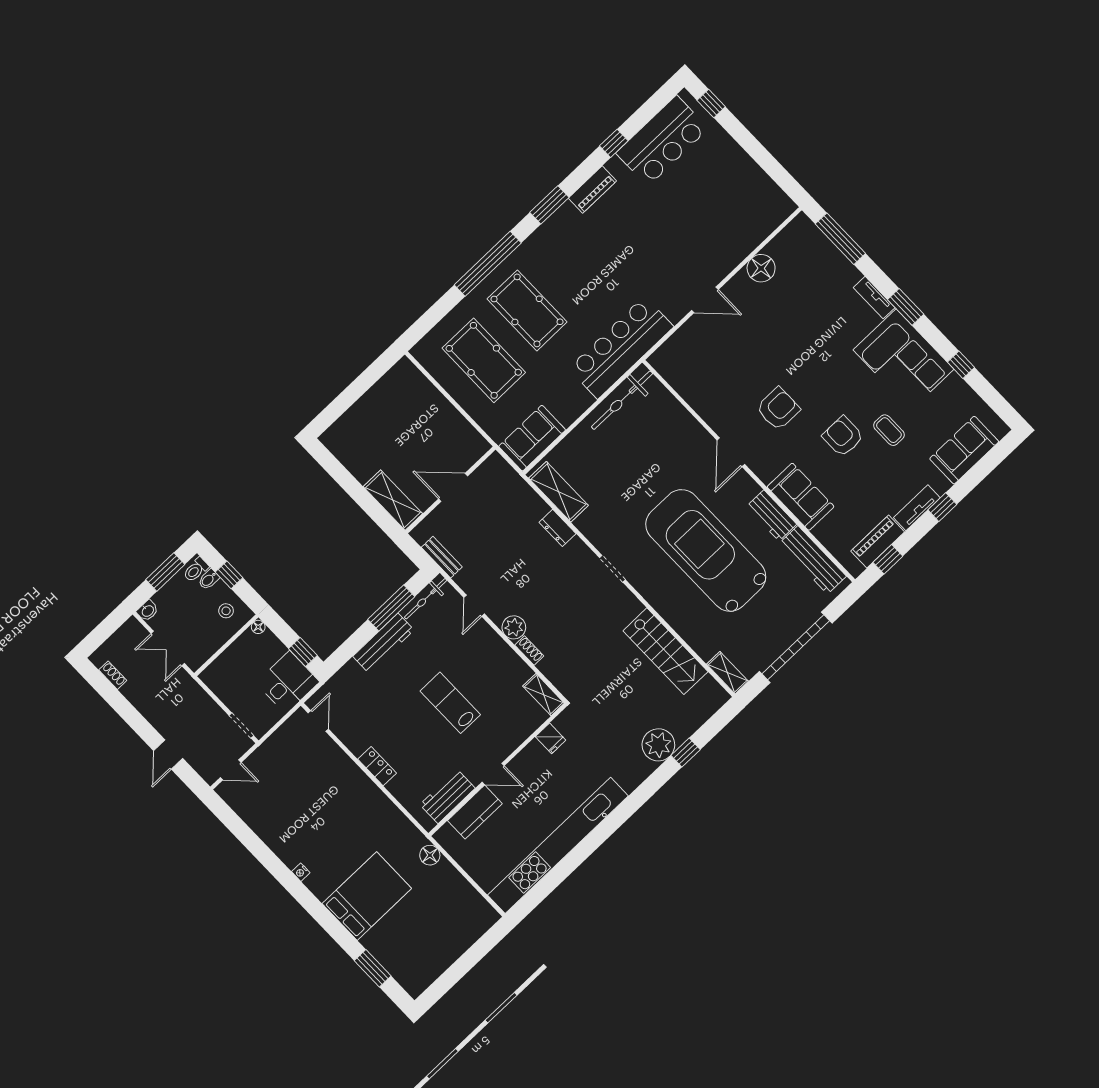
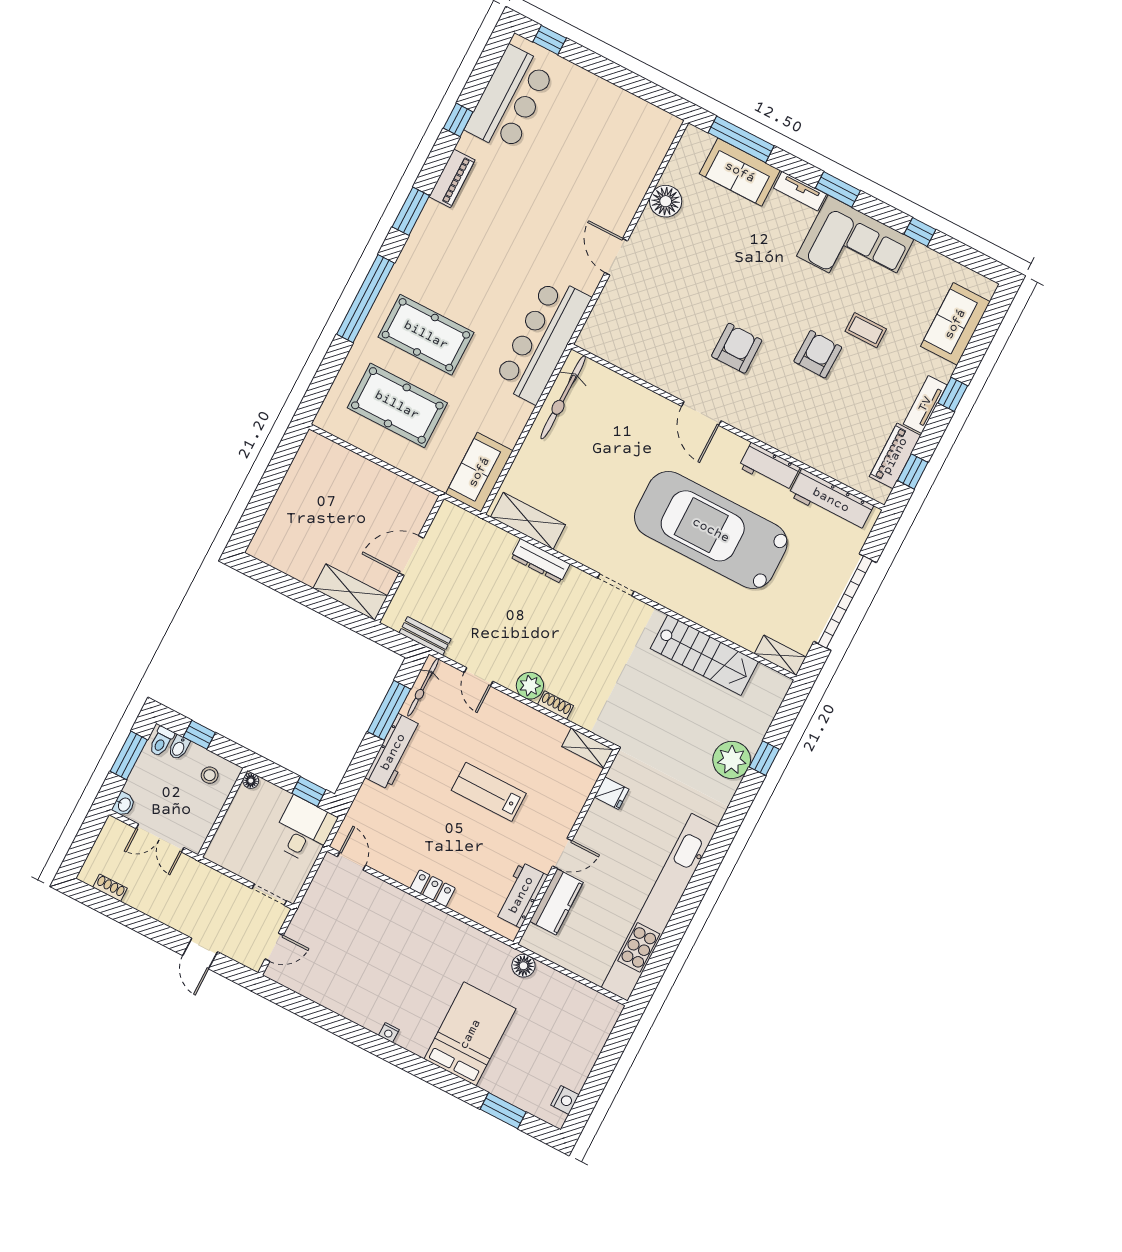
door: (705, 300) -> (616, 257), swing flipped
armchair: (843, 436) -> (818, 354), turned 91
sofa: (801, 497) -> (740, 172), moved, turned 180
dresser: (558, 528) -> (540, 561), width x1.44
nightstand: (426, 977) -> (565, 1100), added

